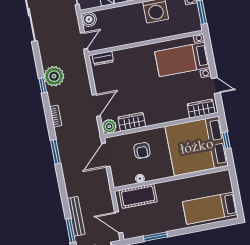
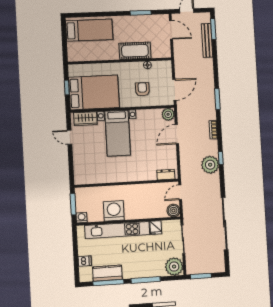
bed with nightstands: (182, 59) -> (118, 133), moved, turned 90
wardrobe: (132, 122) -> (148, 116), removed
bed: (197, 146) -> (94, 92), width x0.73
cot: (138, 196) -> (135, 51), moved

